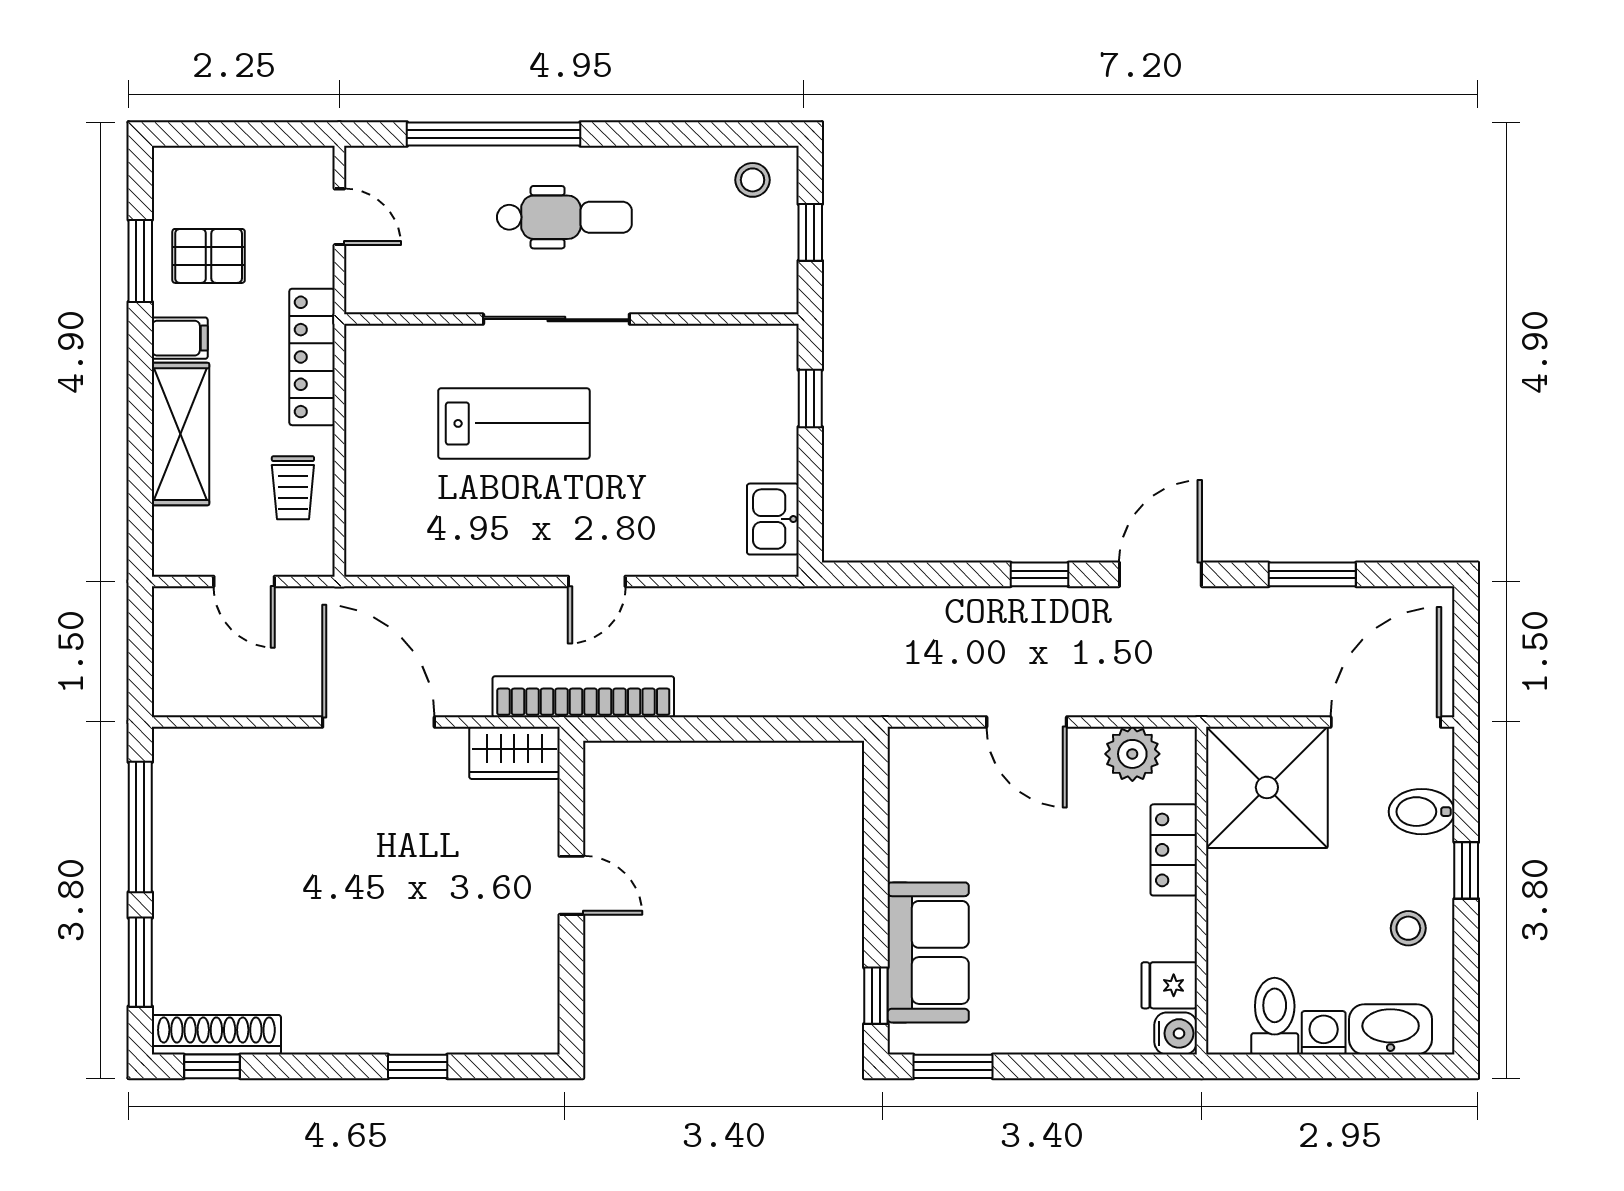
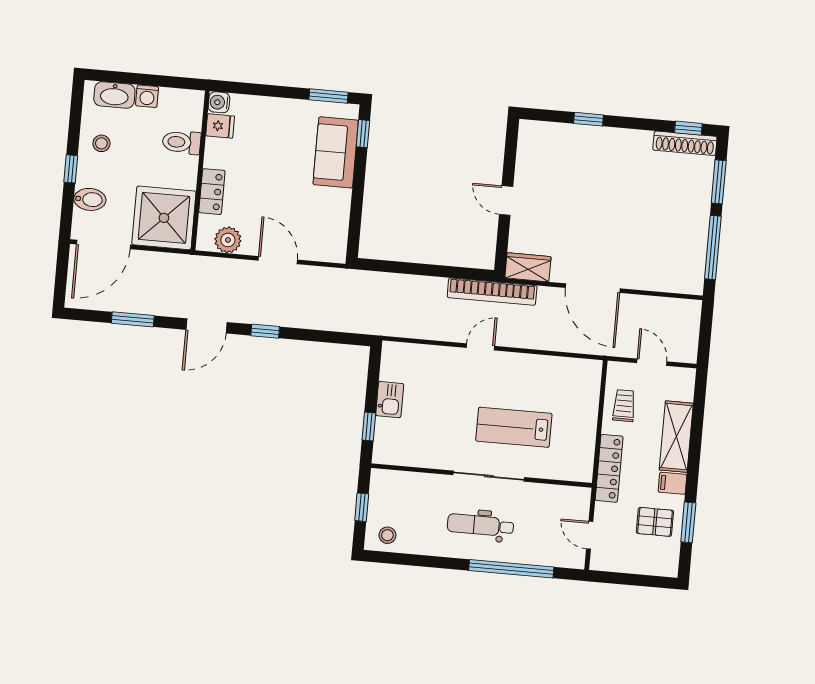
kitchen sink: (773, 519) -> (390, 400), moved
toilet: (1275, 1016) -> (182, 142), moved, turned 90

